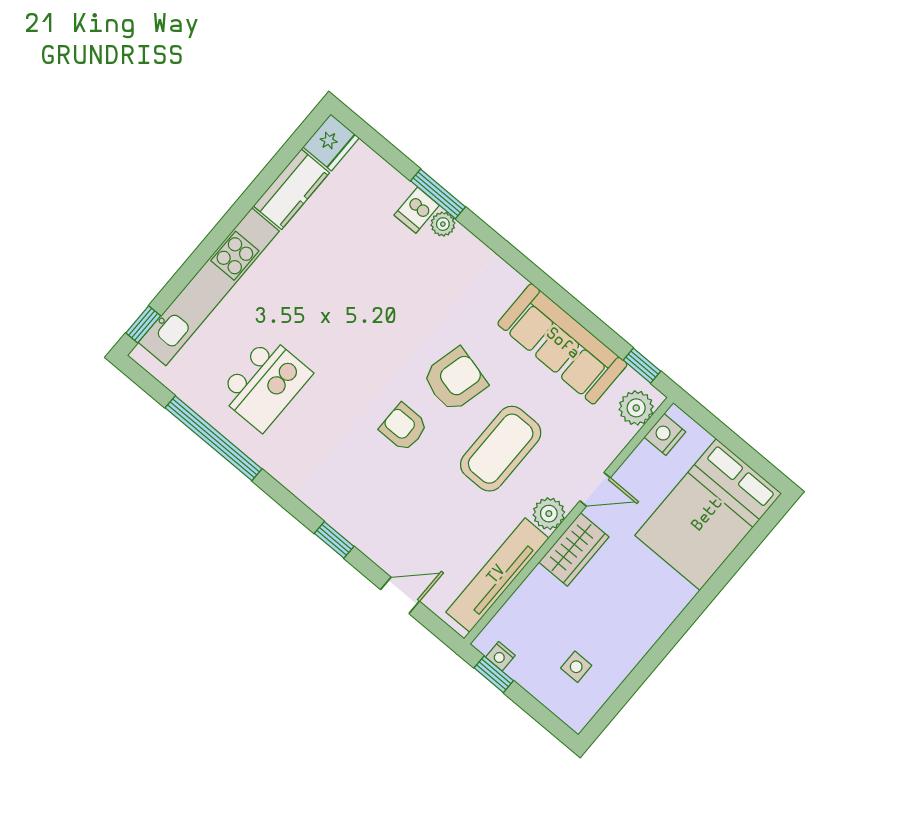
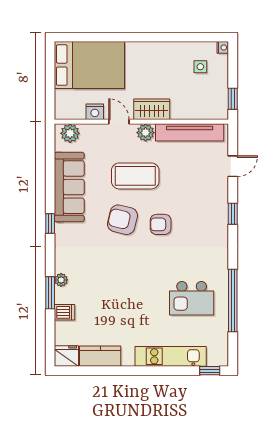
dishwasher: (417, 210) -> (65, 312), moved
kitchen unit: (209, 287) -> (171, 356), width x0.73
window: (642, 366) -> (50, 223), moved
kitchen island: (265, 384) -> (192, 298), turned 180
armchair: (404, 427) -> (161, 224), turned 90
nightstand: (665, 435) -> (95, 112), moved
door: (400, 595) -> (233, 166), swing flipped
nightstand: (500, 656) -> (223, 47), moved

